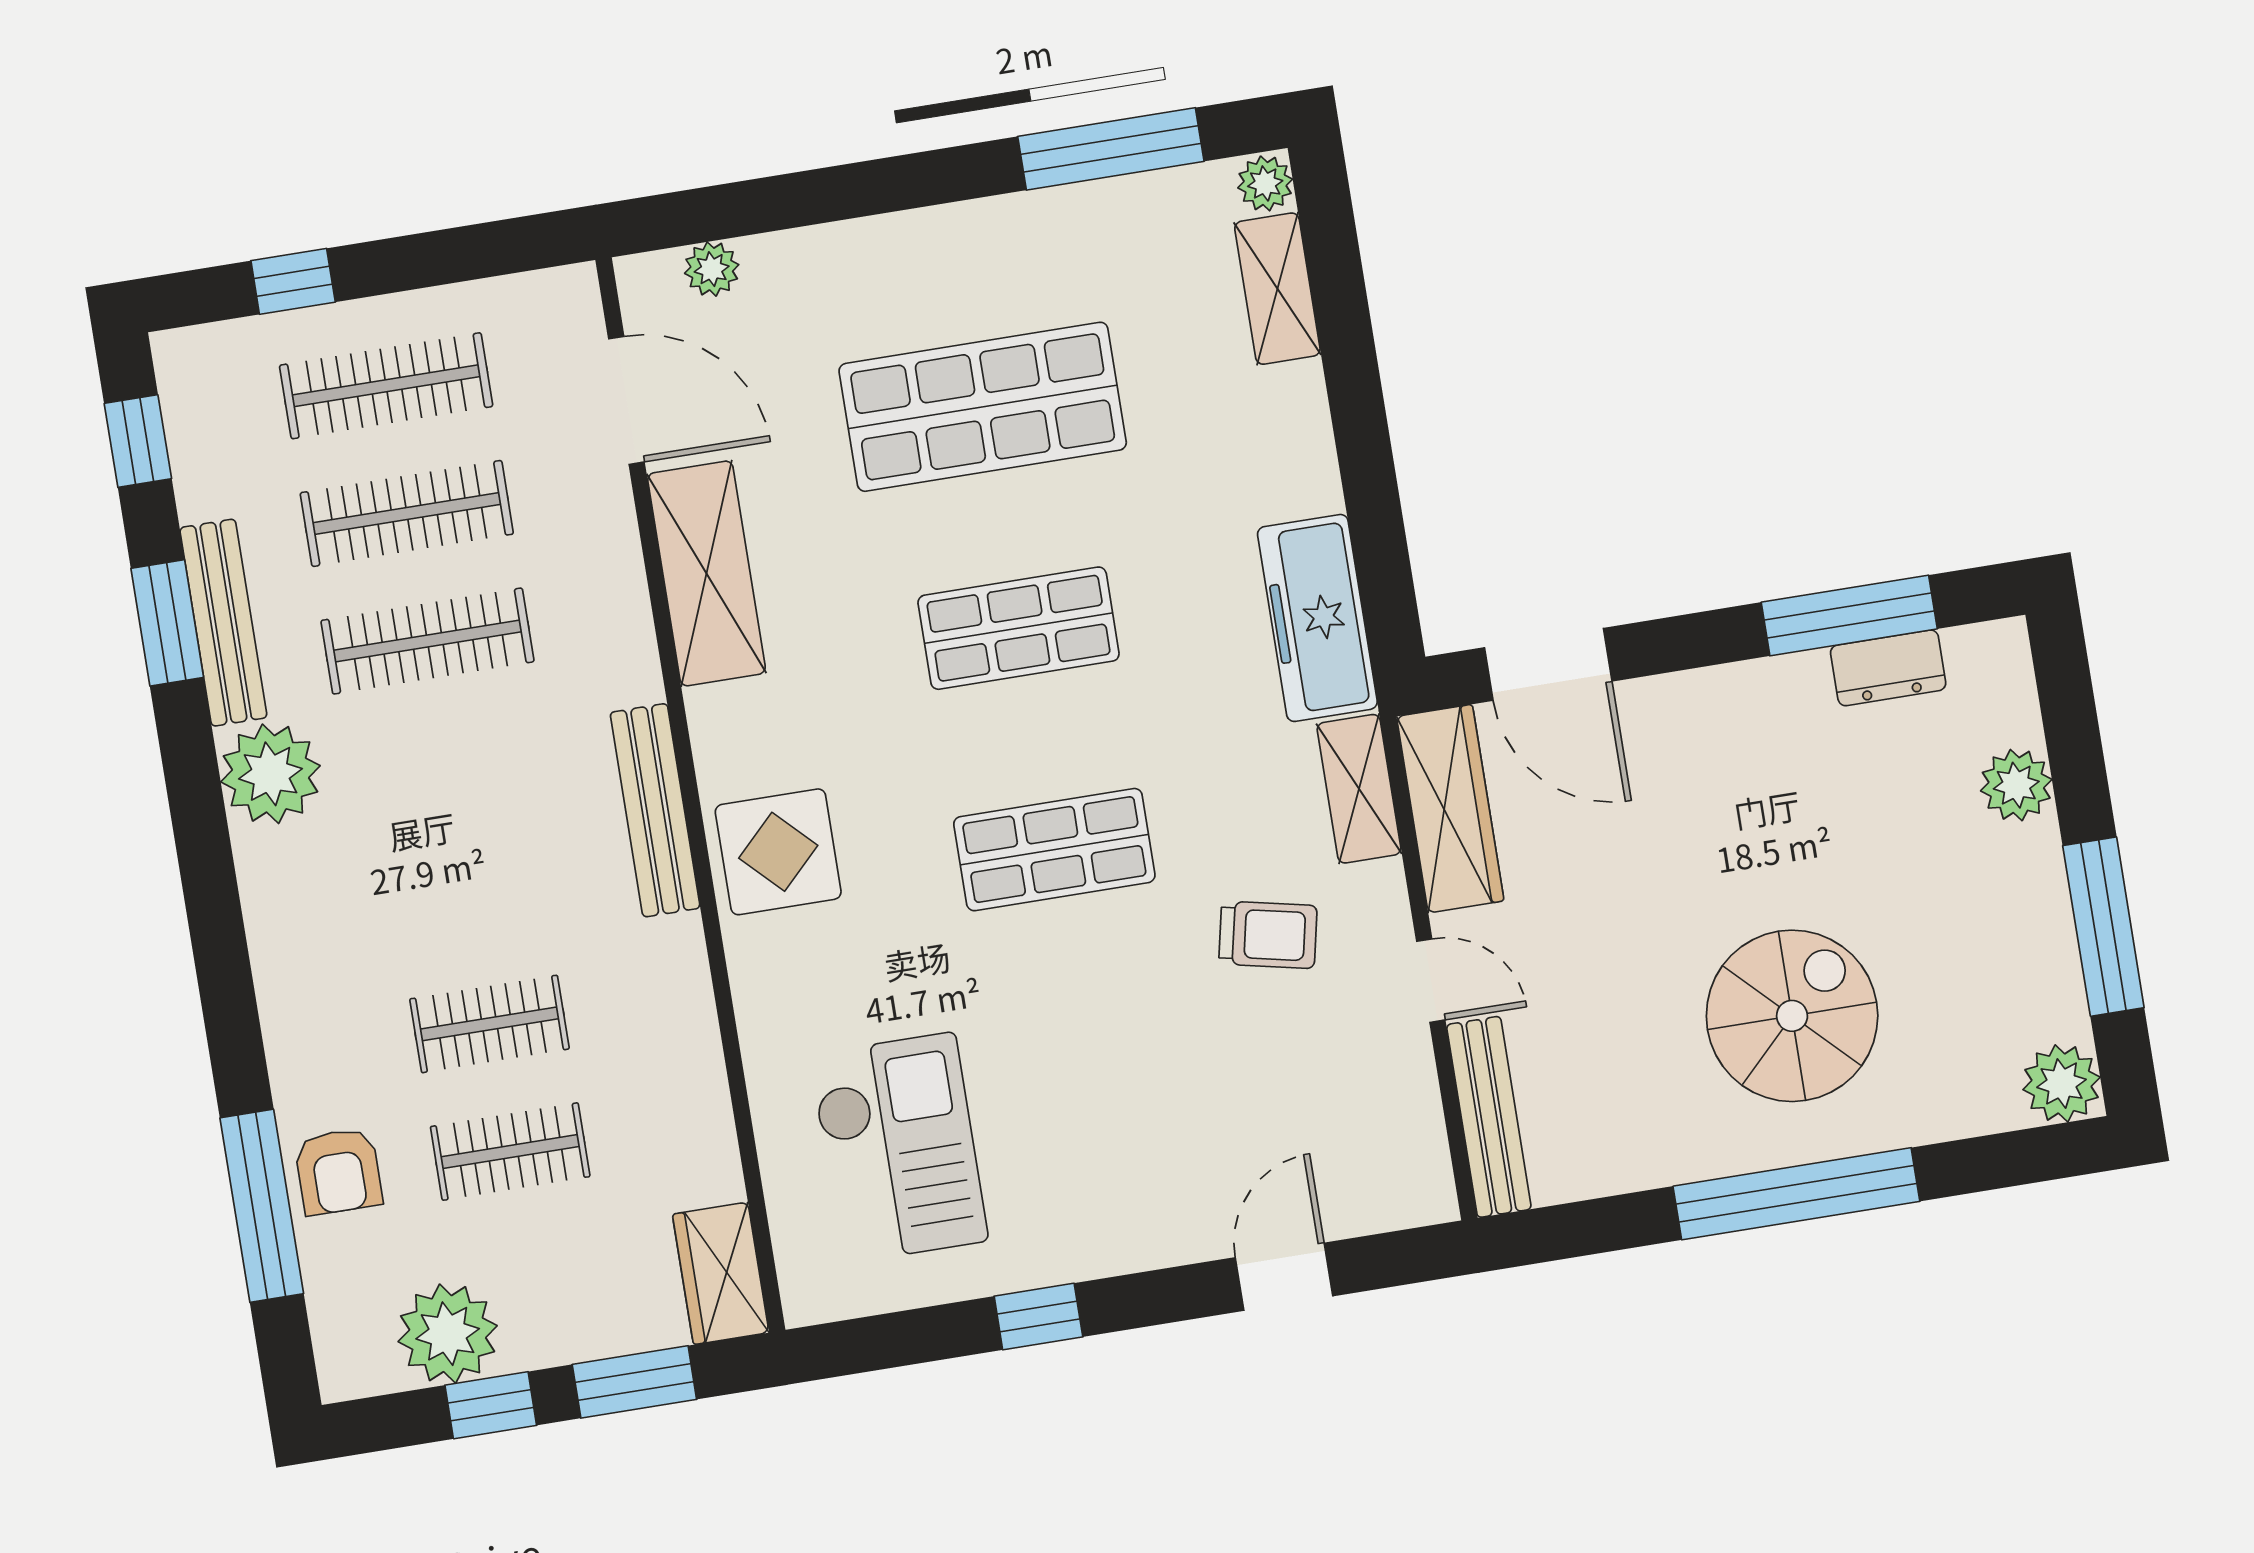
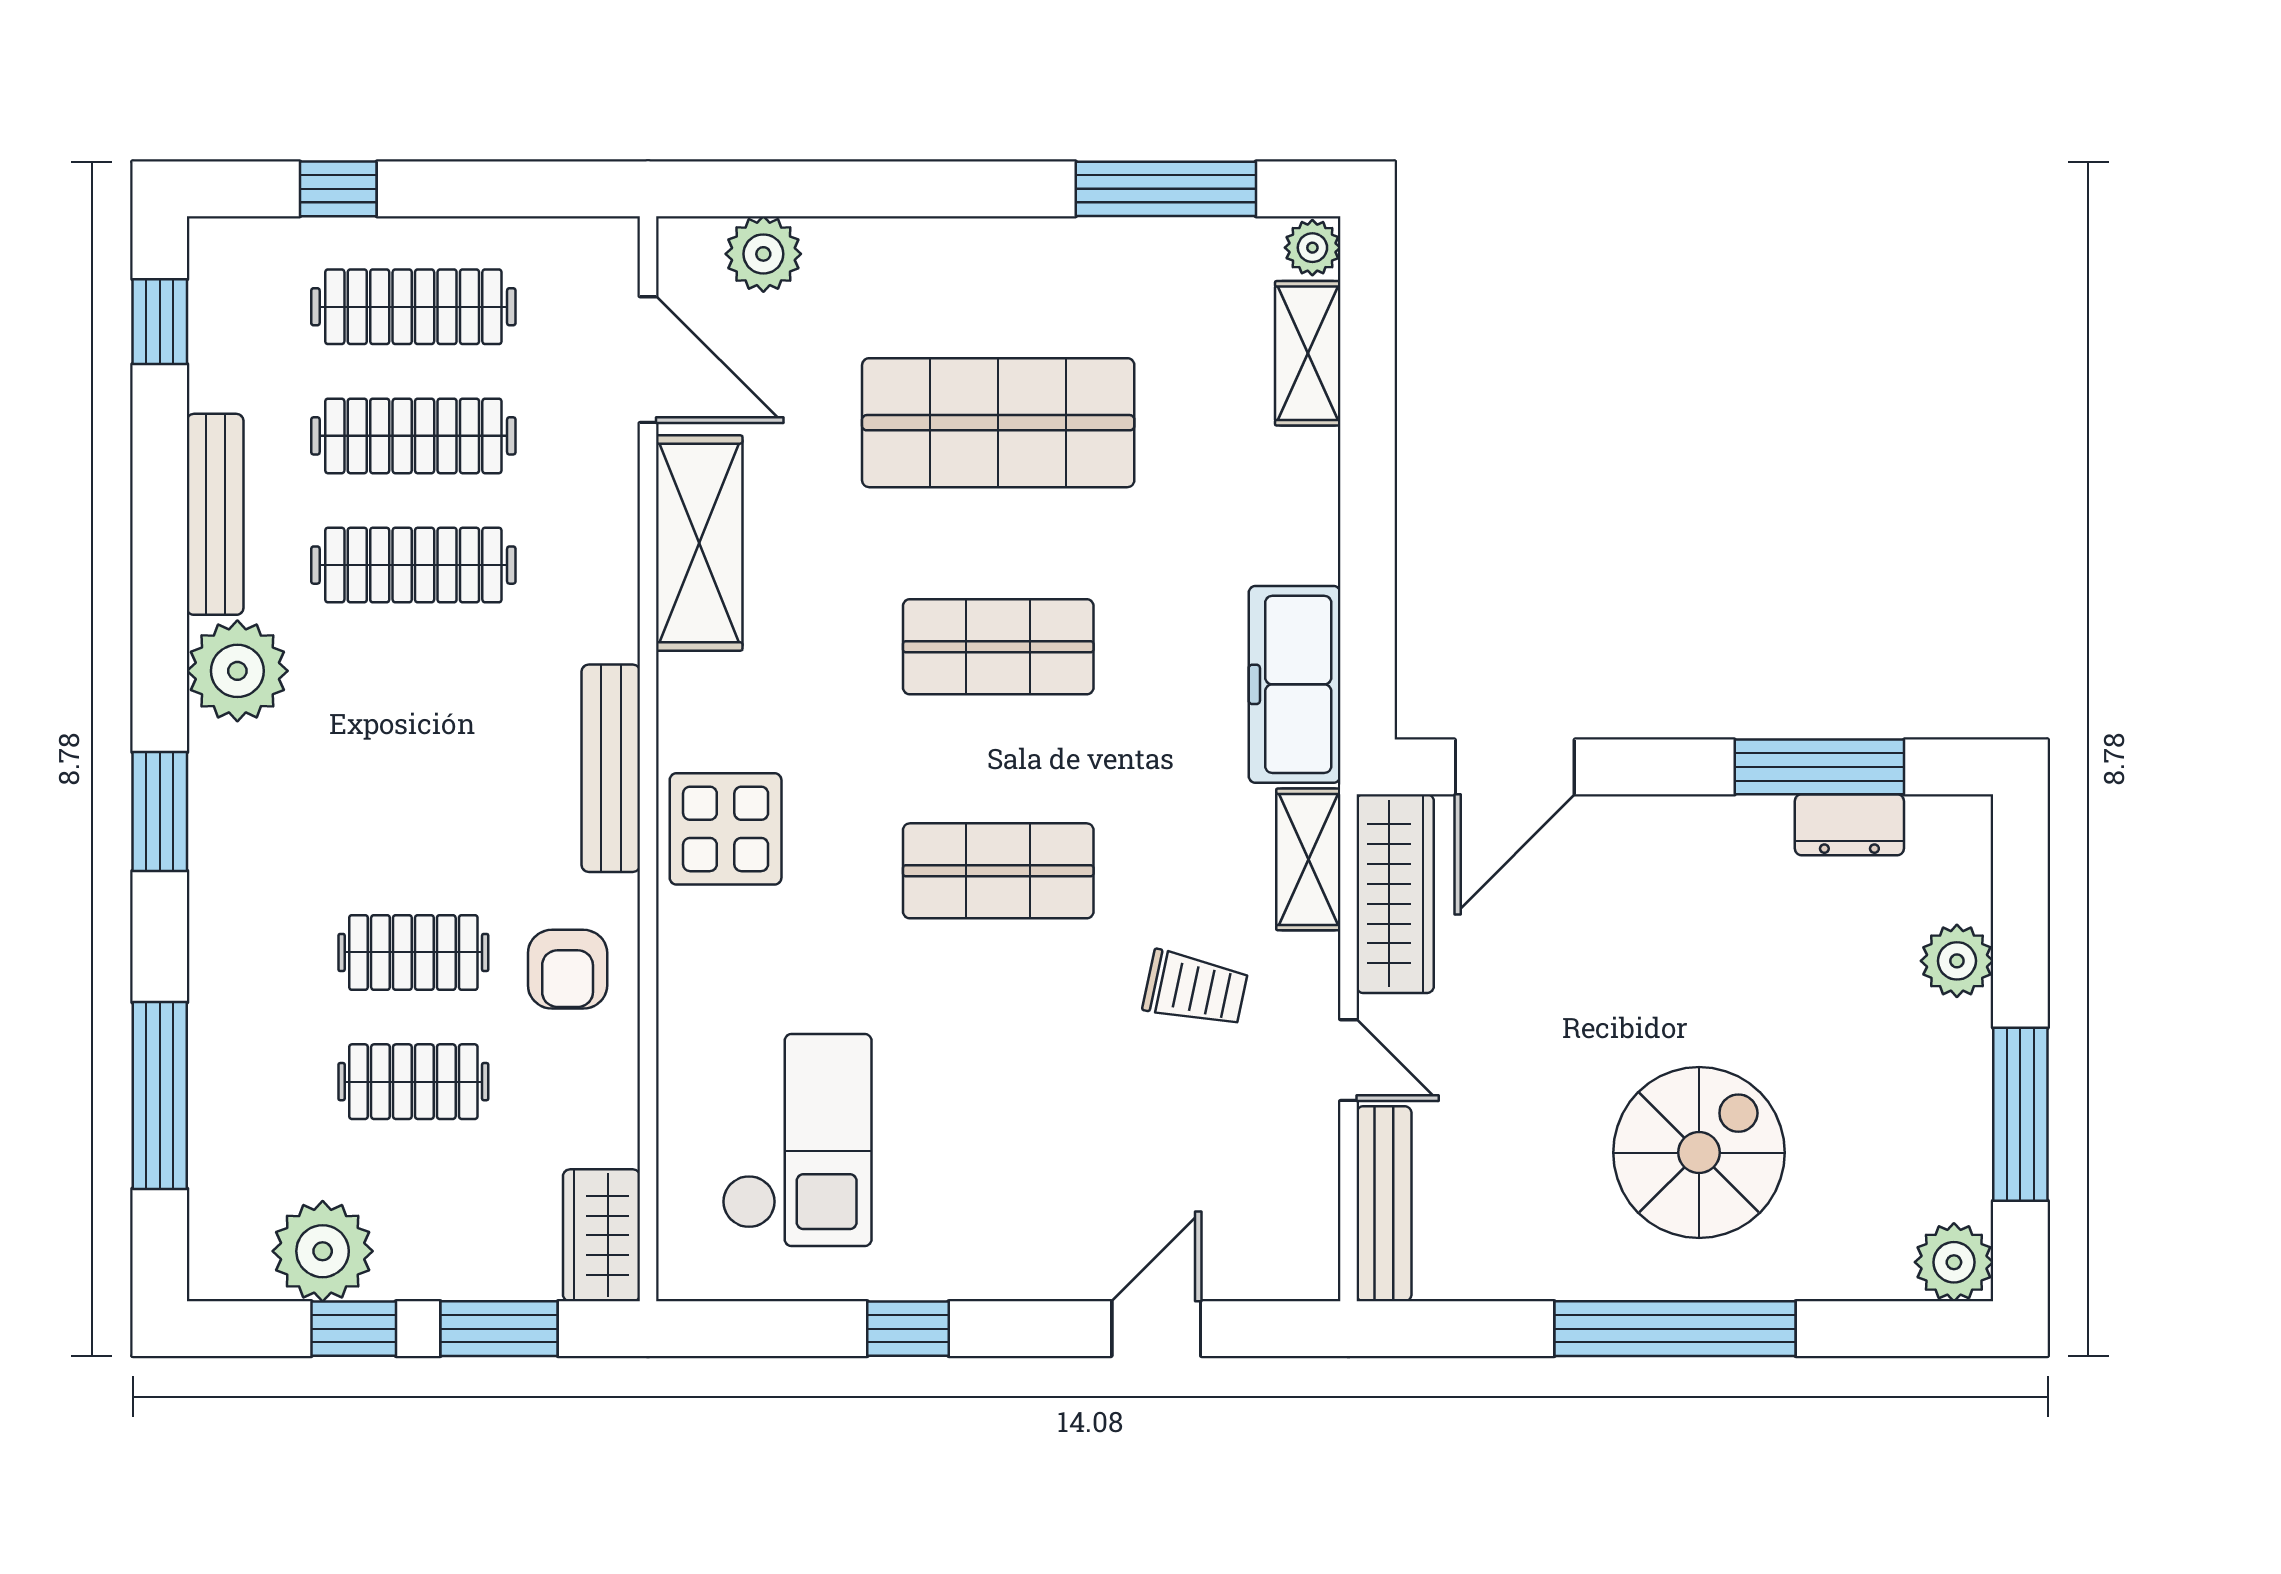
plant: (712, 269) -> (763, 254), width x1.38, depth x1.38
window: (167, 623) -> (160, 811), moved
door: (1548, 664) -> (1515, 767), hinge flipped
armchair: (338, 1171) -> (568, 969), moved

